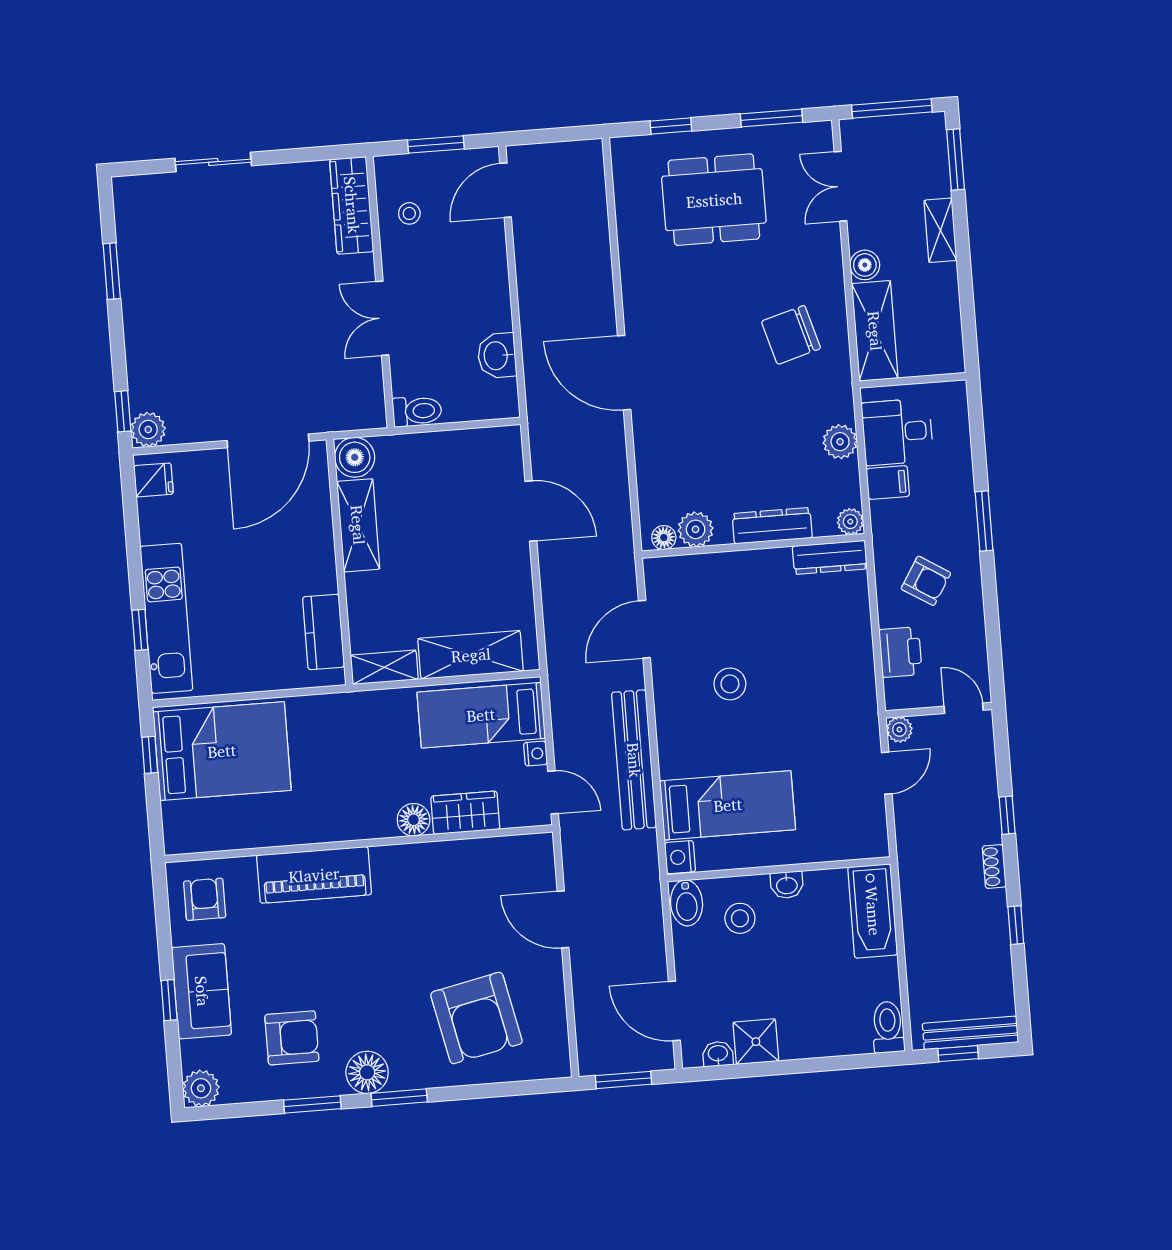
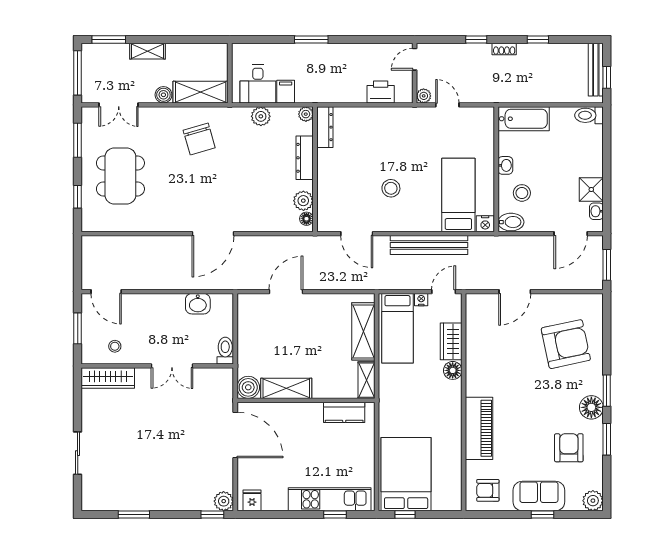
armchair: (926, 581) -> (342, 75), removed

